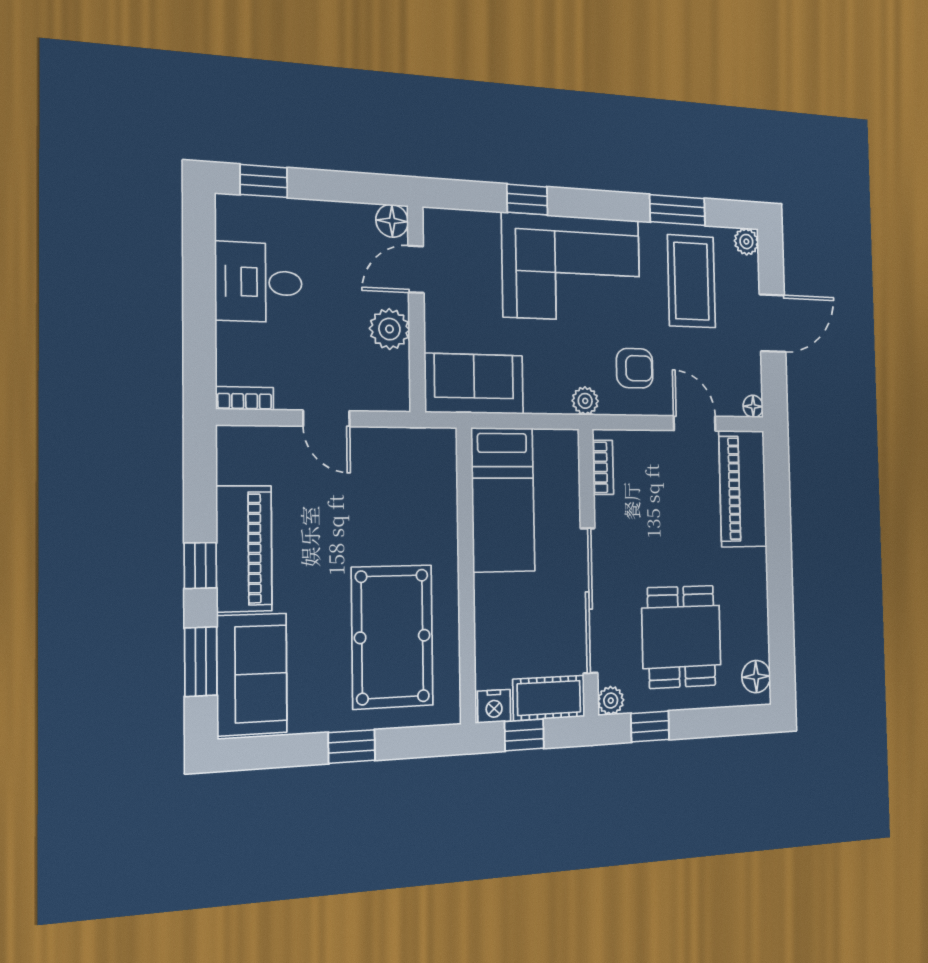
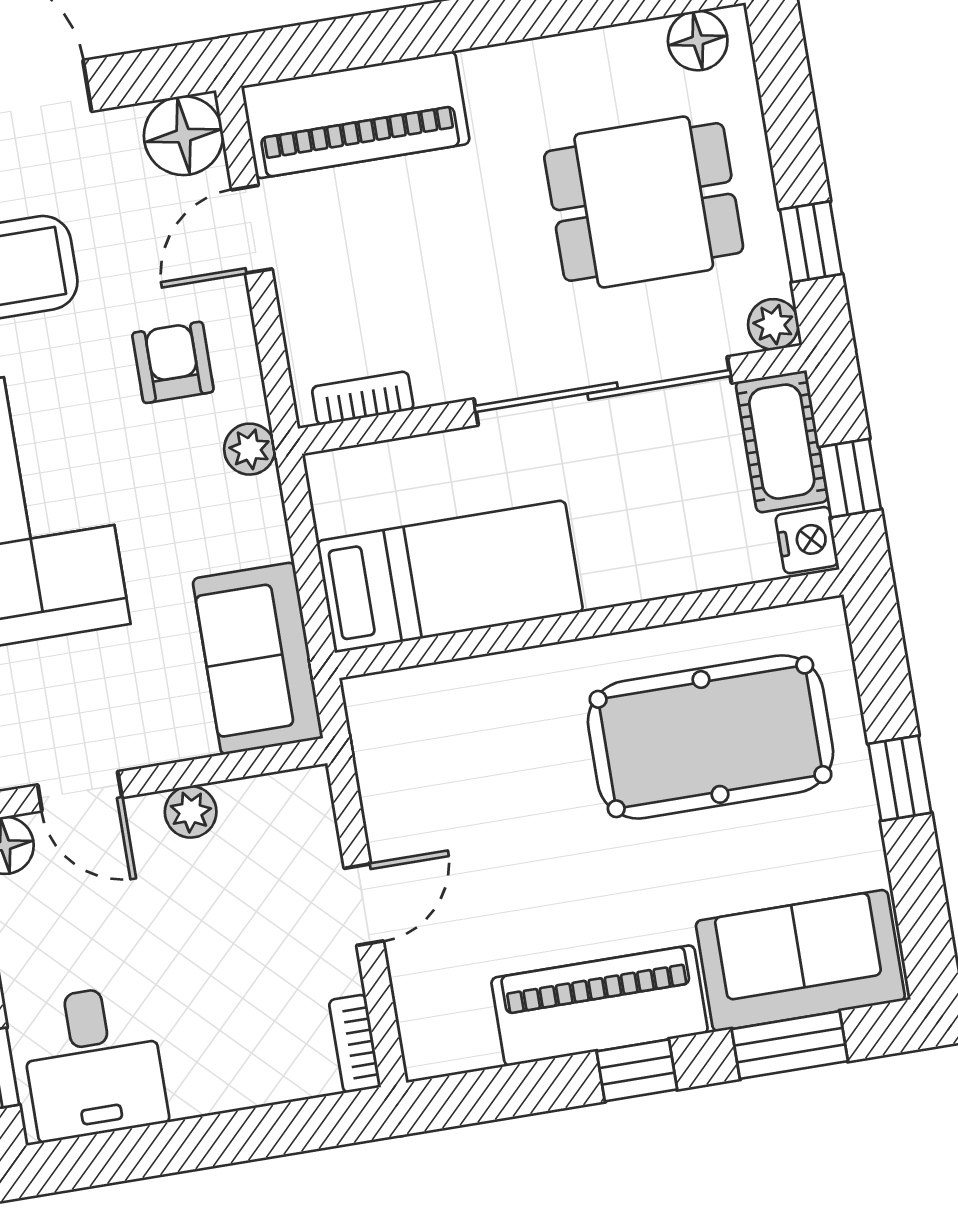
desk: (259, 282) -> (93, 1062), moved
plant: (389, 329) -> (191, 812), width x0.73, depth x0.73
floor lamp: (753, 406) -> (183, 136), width x1.89, depth x1.89

